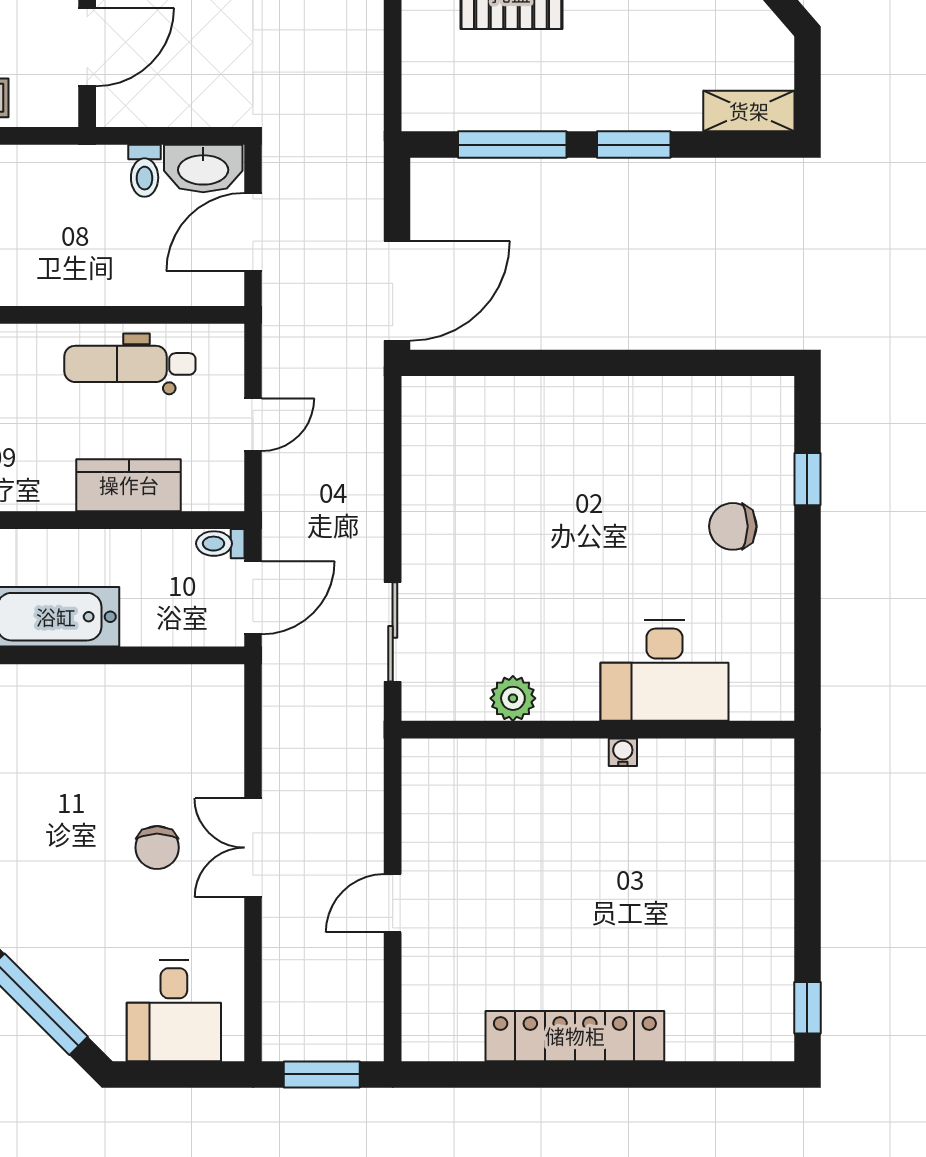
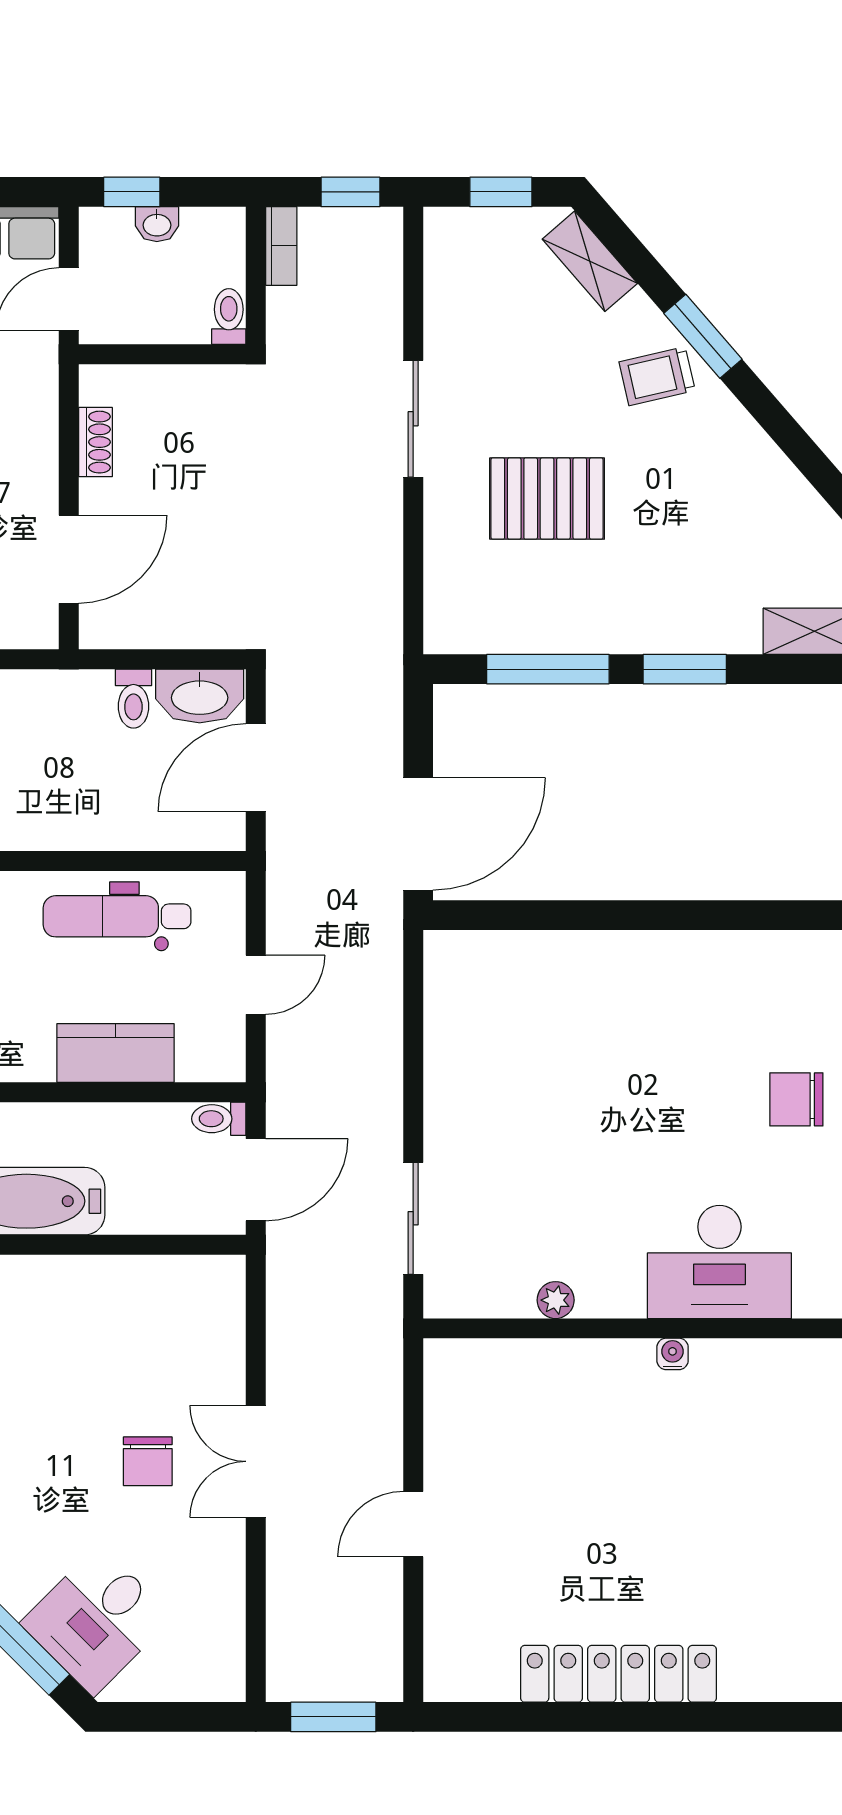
plant: (513, 698) -> (556, 1300), width x0.73, depth x0.73
desk: (174, 1011) -> (96, 1620), moved, turned 45

